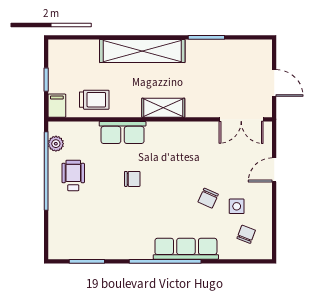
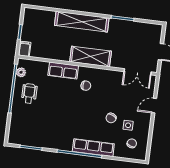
trolley: (94, 100) -> (48, 48), removed
shelving: (163, 108) -> (91, 56), width x1.50, depth x1.33
chair: (132, 179) -> (86, 86), moved

